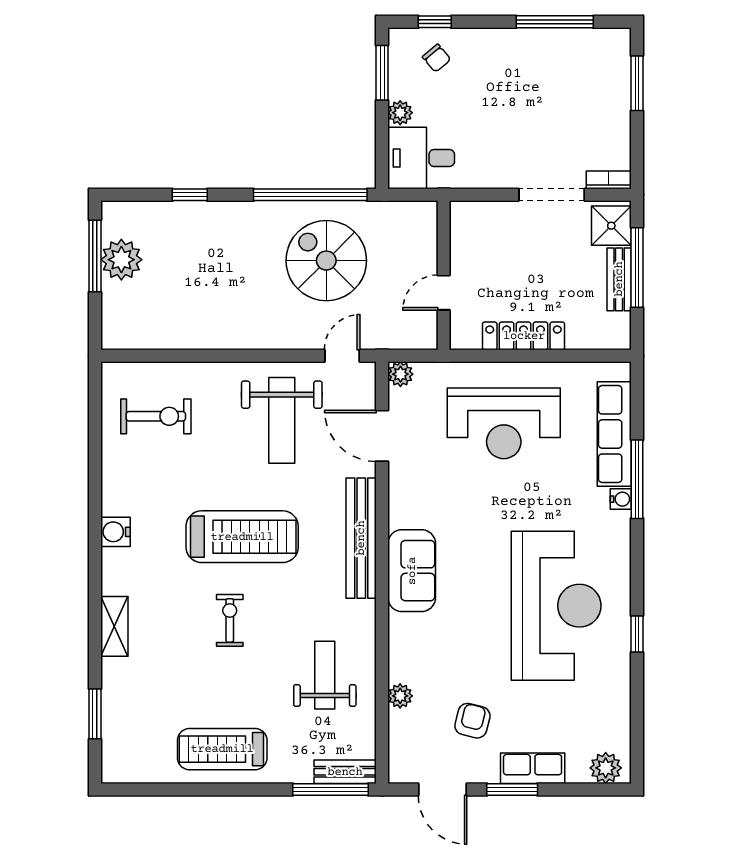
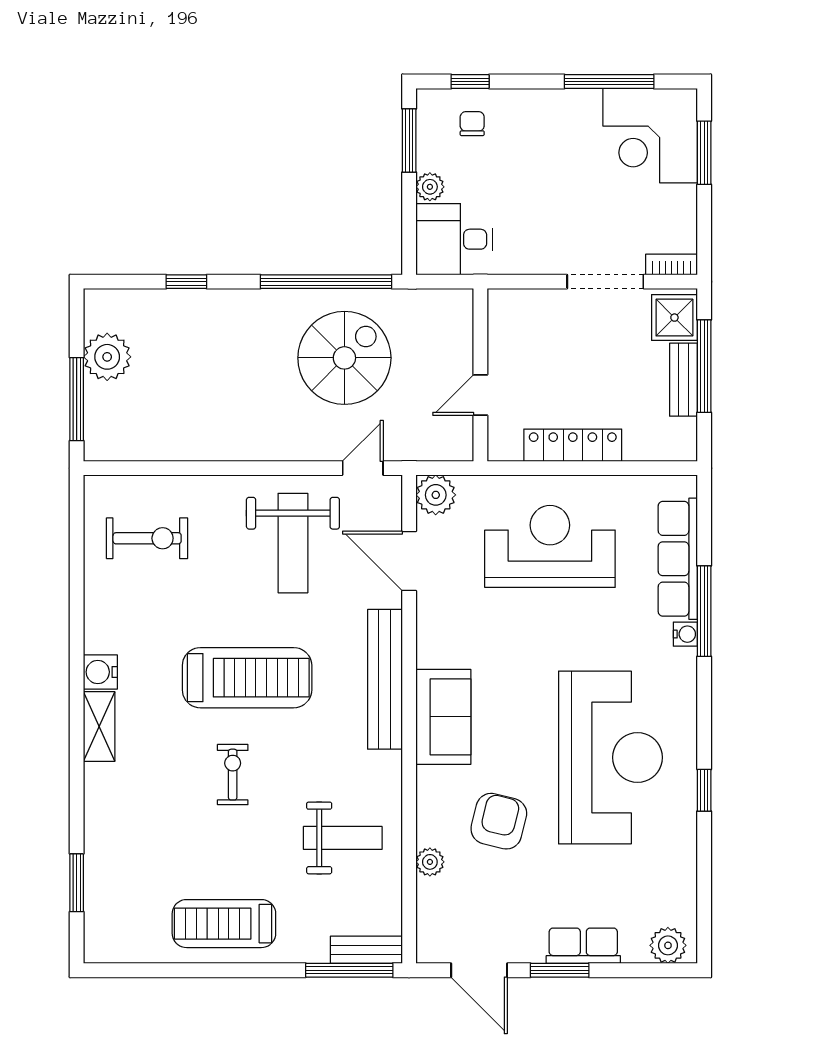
chair: (437, 58) -> (472, 124), turned -140
corner desk: (590, 68) -> (650, 136), added
window: (95, 256) -> (77, 399), moved
spiral stairs: (326, 261) -> (344, 358), turned 90
plant: (400, 374) -> (436, 495), width x1.38, depth x1.38
reception desk: (504, 423) -> (550, 546), turned 180
shelving: (114, 626) -> (99, 727), moved
weight bench: (325, 675) -> (343, 838), turned 90
armchair: (472, 721) -> (499, 821), moved, width x1.38, depth x1.38

